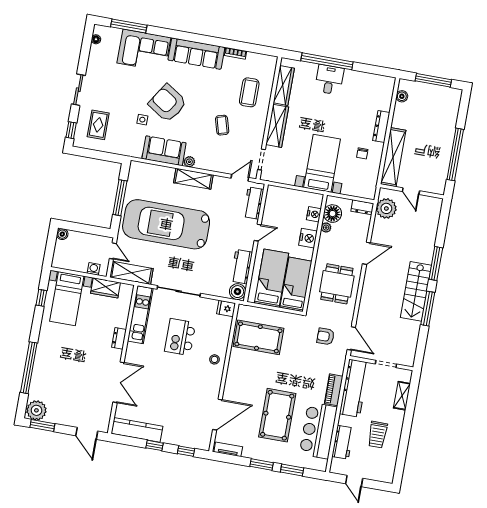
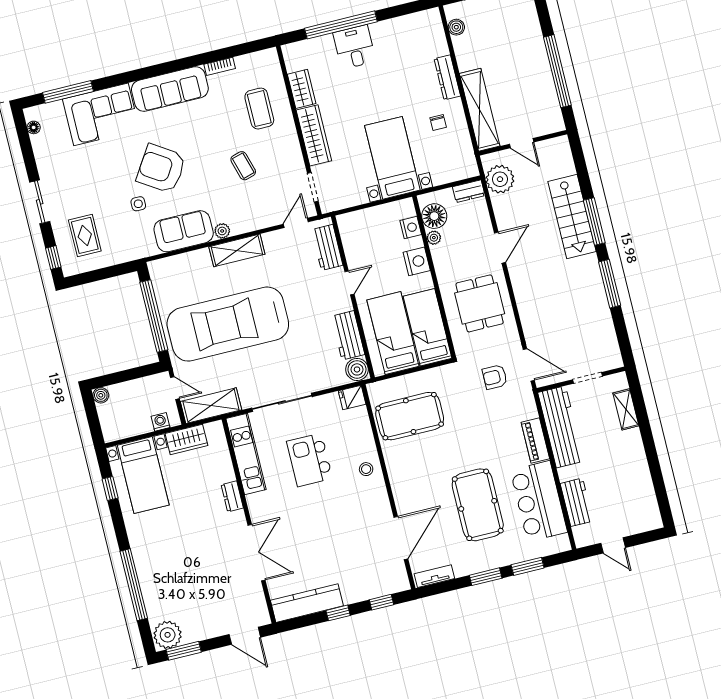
wardrobe: (284, 86) -> (302, 89), width x0.67
window: (120, 198) -> (154, 316), width x1.46
stairs: (416, 291) -> (572, 216), moved
trolley: (378, 435) -> (617, 473), removed

